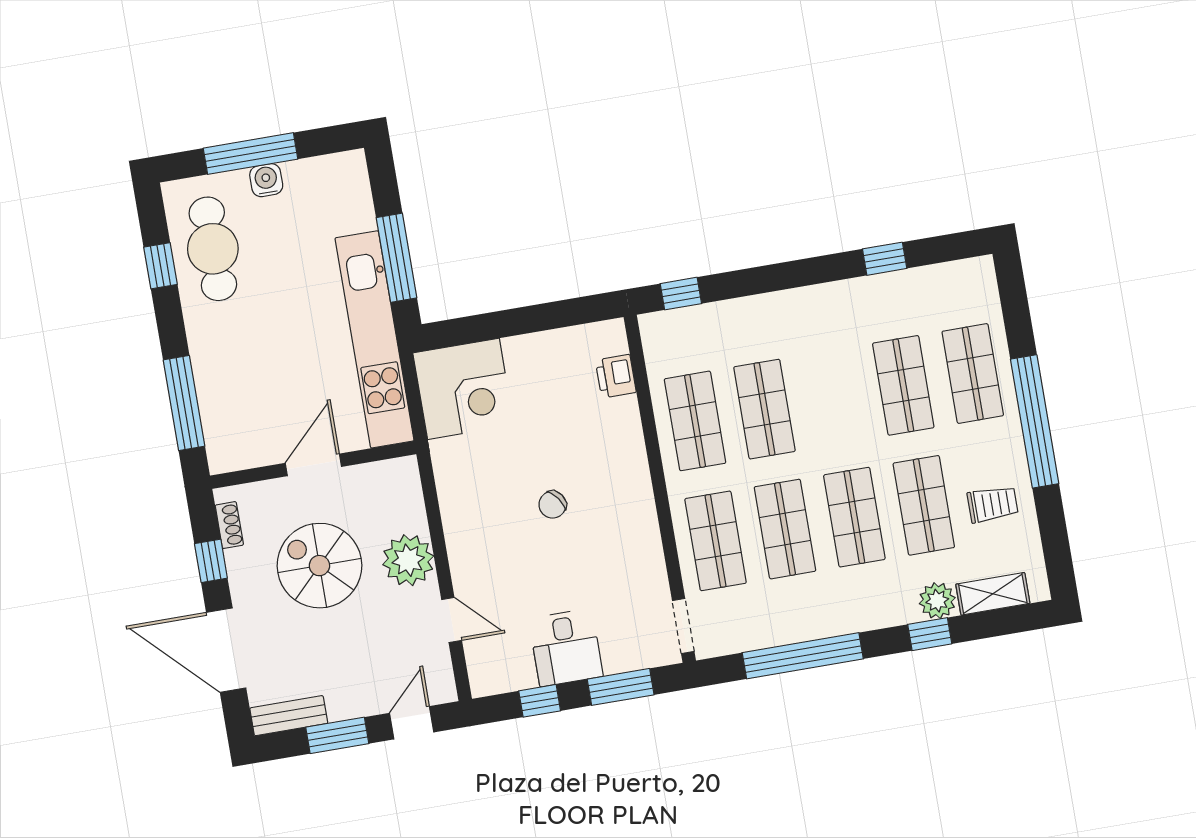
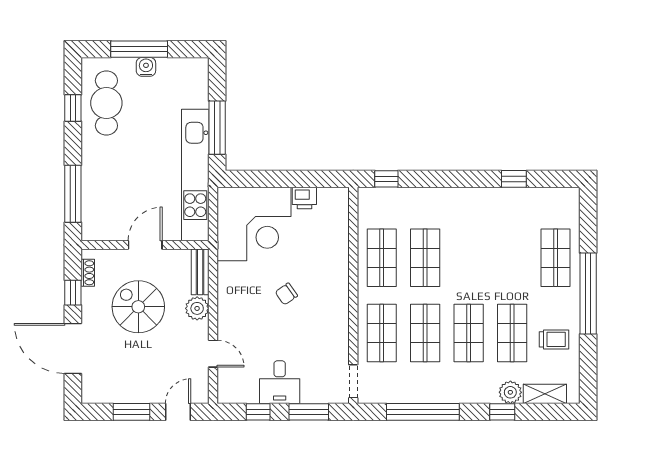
printer: (616, 376) -> (304, 198), moved, turned -90
shop shelf: (903, 385) -> (512, 258), removed
corner desk: (463, 389) -> (254, 224), width x1.36, depth x1.36
plant: (408, 560) -> (197, 308), width x0.73, depth x0.73
bench: (289, 716) -> (200, 272), moved, turned 90

